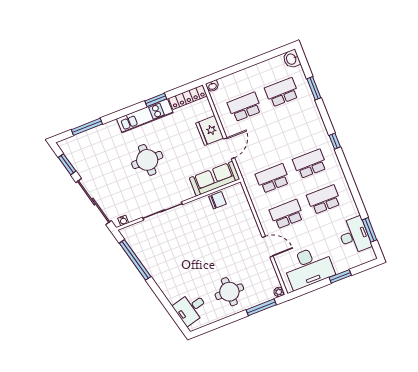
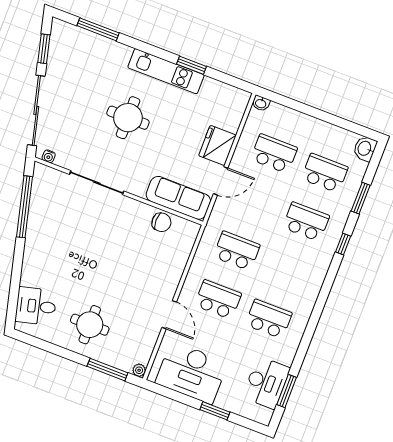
locker: (188, 97) -> (226, 92), removed
window: (335, 141) -> (343, 244), moved
school desk: (310, 164) -> (306, 222), moved

